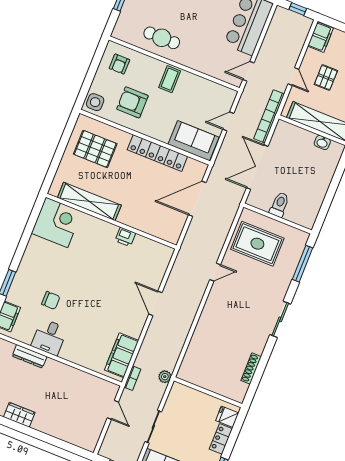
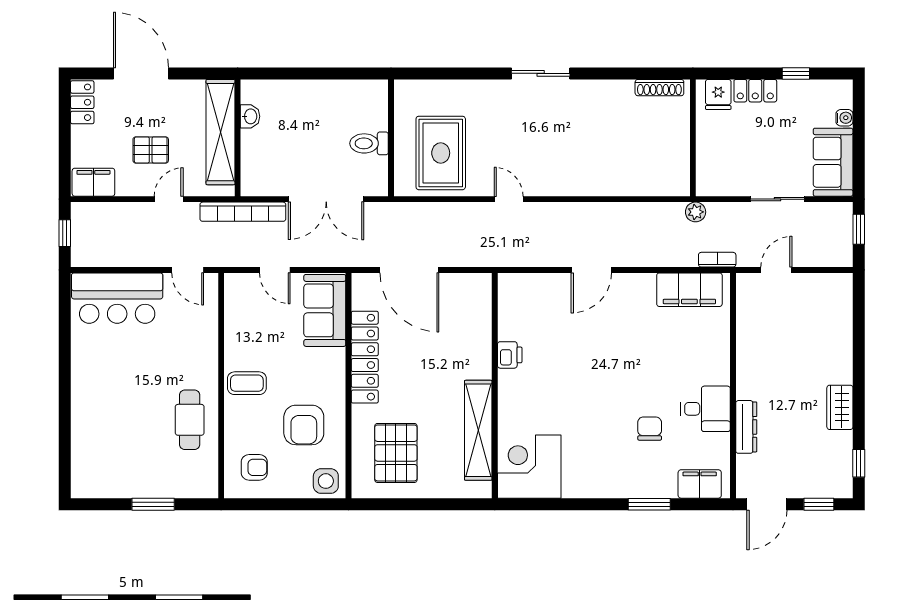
window: (302, 264) -> (444, 73), removed
shoe rack: (251, 369) -> (659, 88), moved

